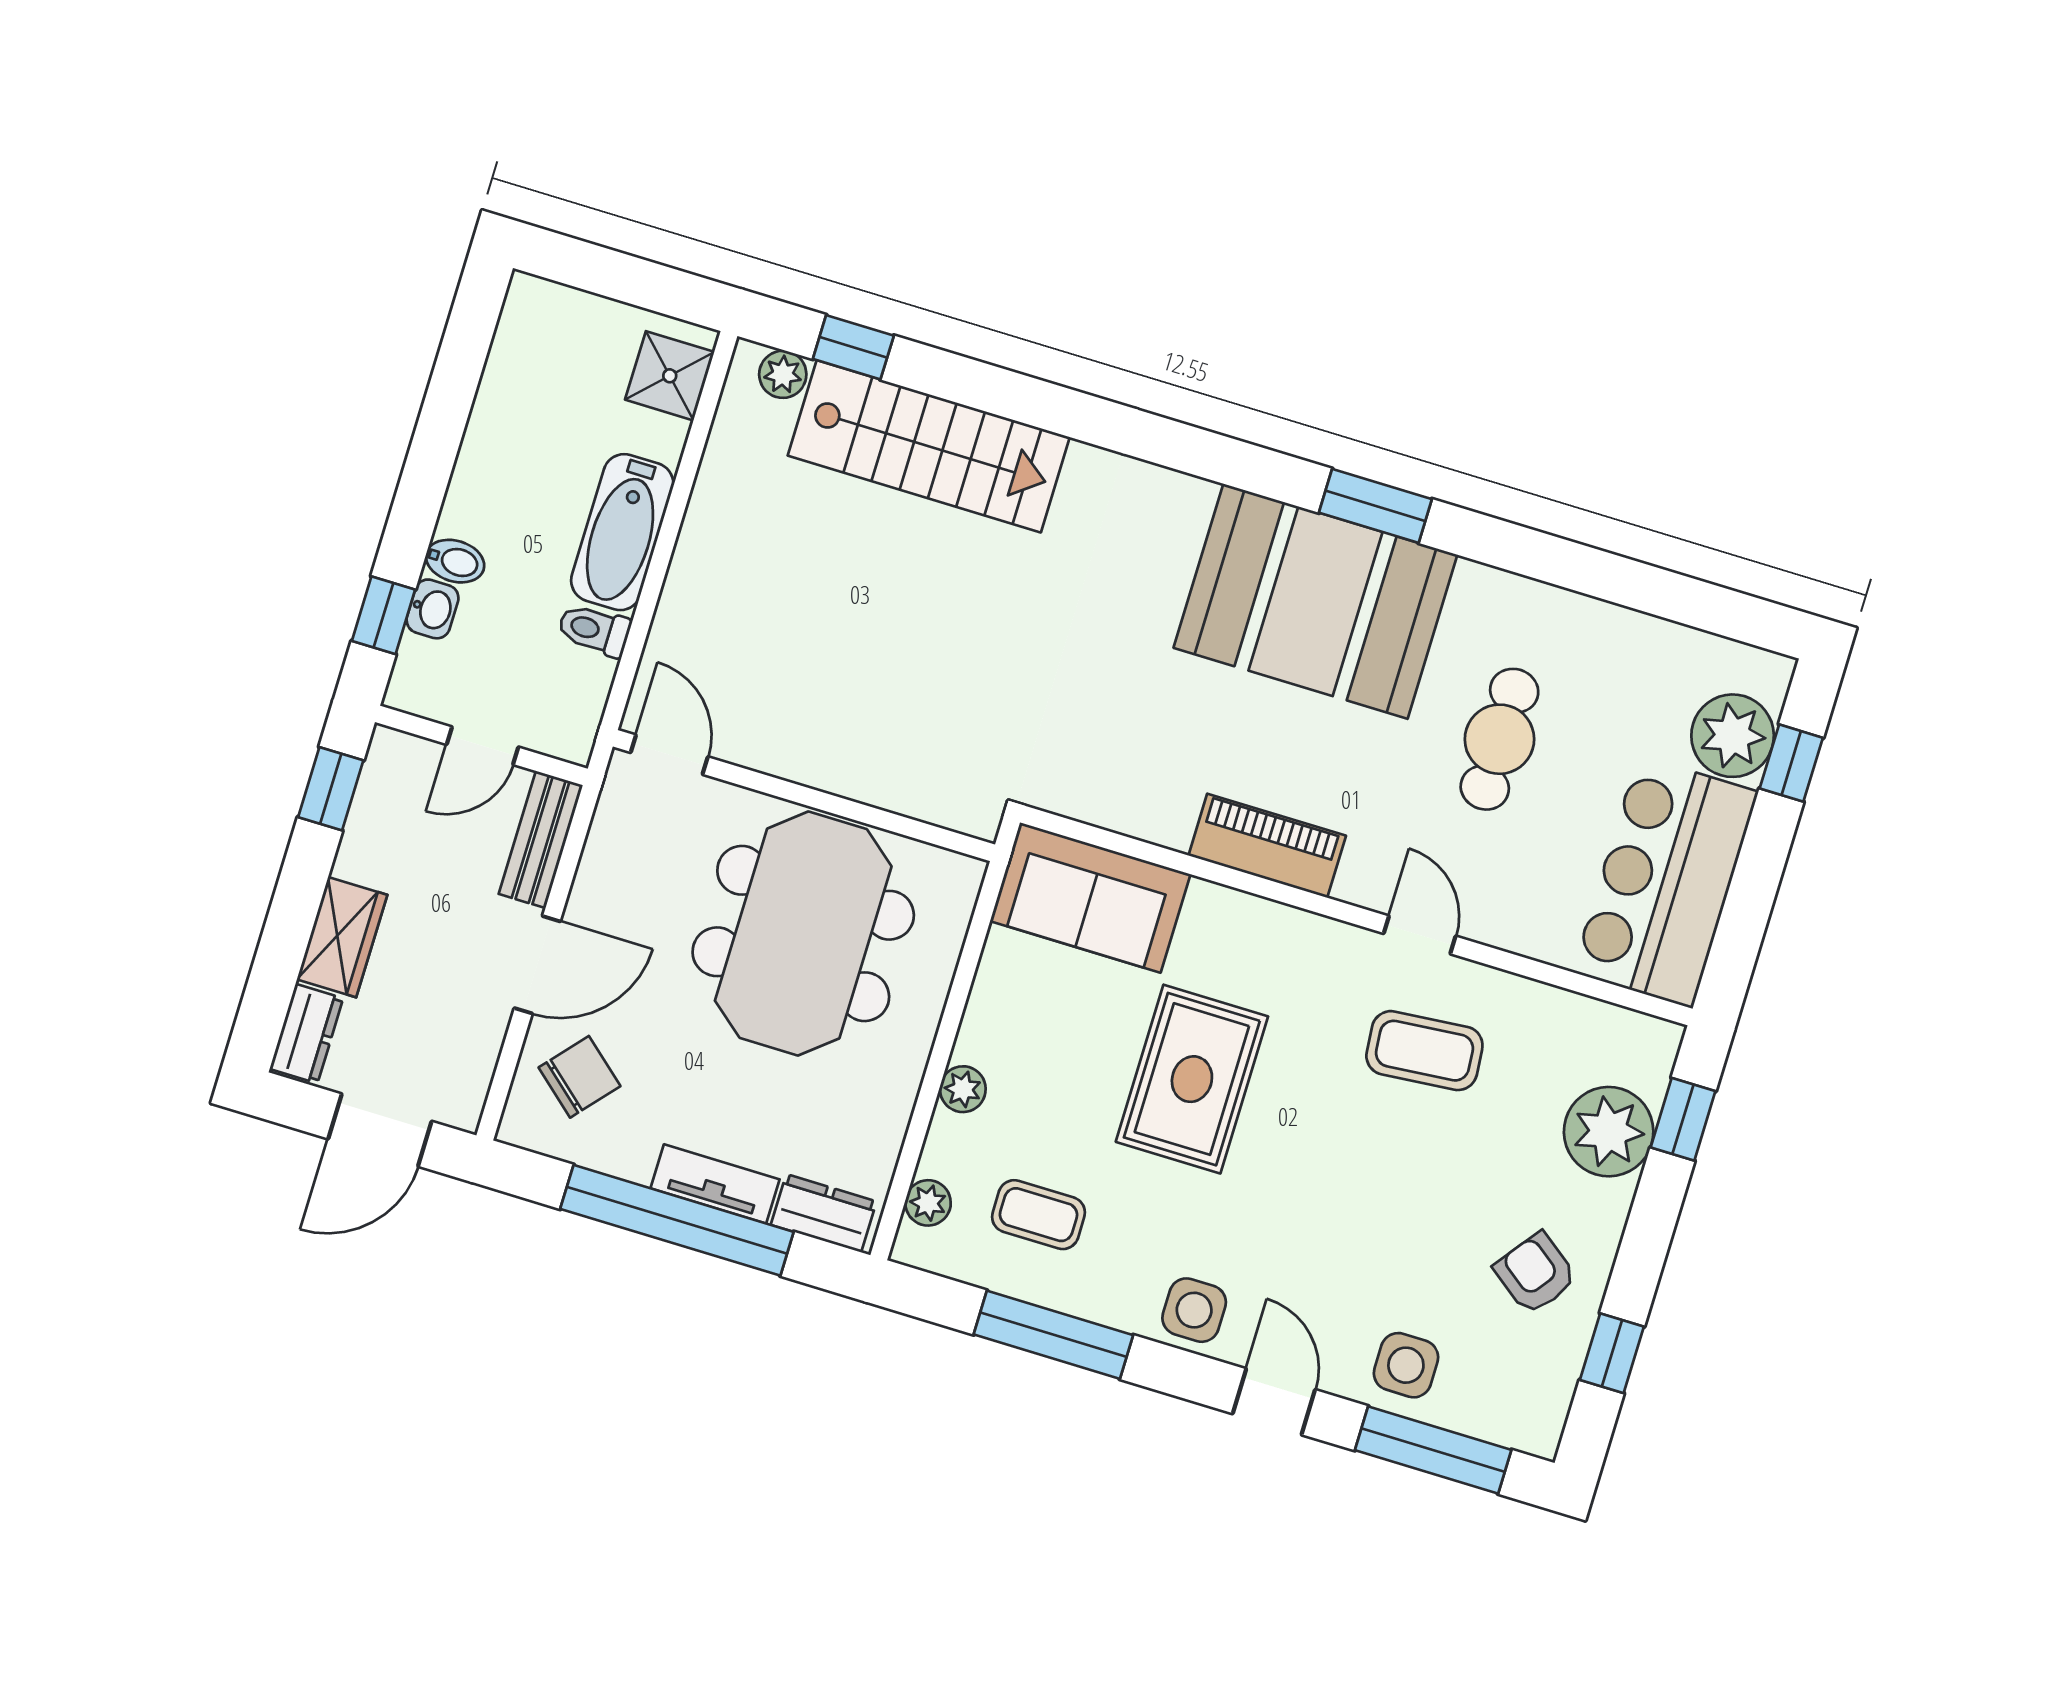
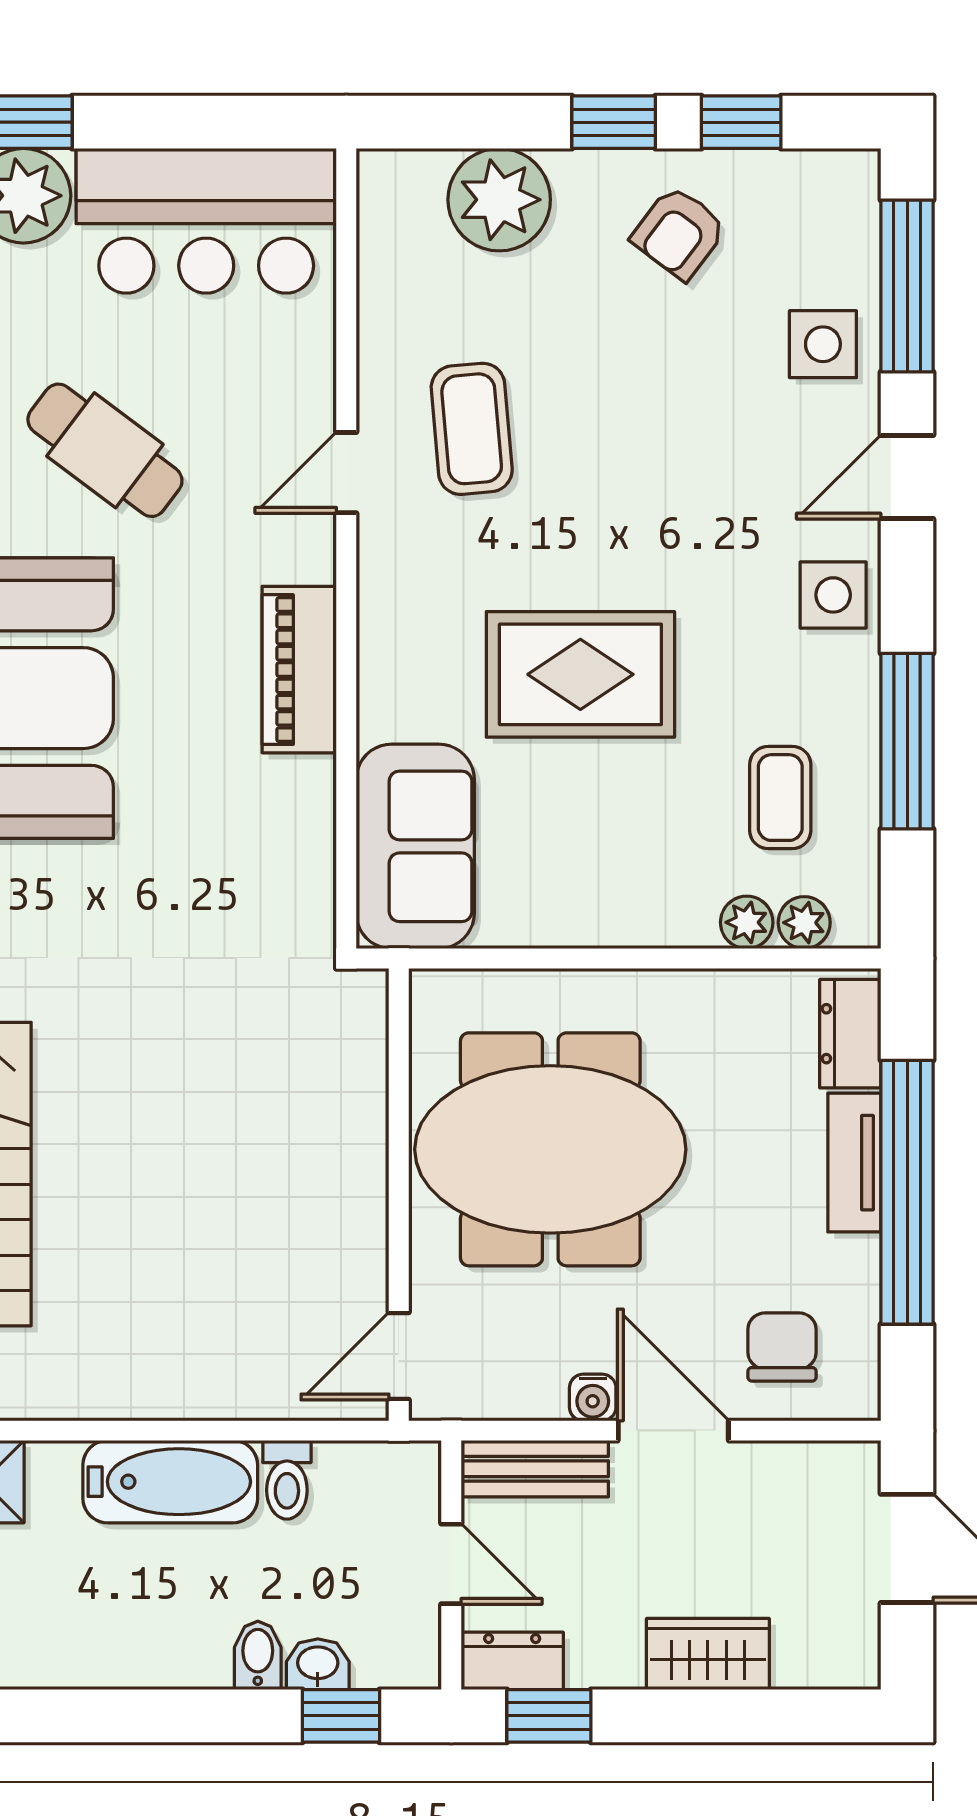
cafe table: (1499, 739) -> (105, 450), turned 37
water cooler: (585, 906) -> (593, 1398), added
dresser: (306, 1034) -> (512, 1661), moved
chair: (579, 1077) -> (782, 1347), turned 49
plant: (963, 1089) -> (747, 922), moved
window: (1683, 1119) -> (614, 122), moved

